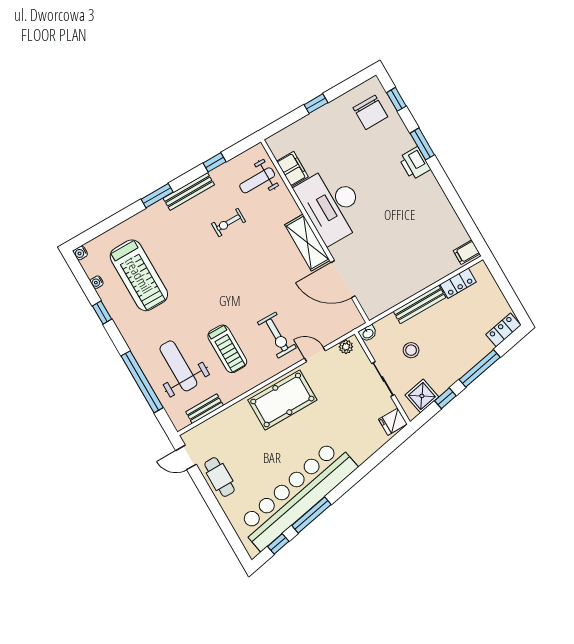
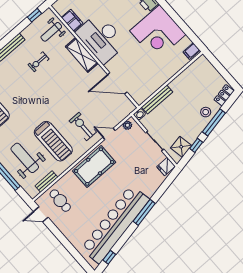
window: (215, 162) -> (34, 15), moved
corner desk: (420, 214) -> (158, 33), added
shelving: (307, 243) -> (82, 55), moved
locker: (458, 283) -> (190, 72), removed
bench: (419, 304) -> (157, 100), moved
exercise bike: (277, 335) -> (83, 126), turned 180
treadmill: (227, 349) -> (53, 141), width x1.37, depth x1.38
stool: (411, 350) -> (206, 112), moved
cafe table: (220, 477) -> (60, 201), moved
window: (312, 515) -> (144, 212), moved

